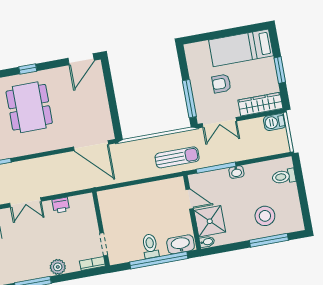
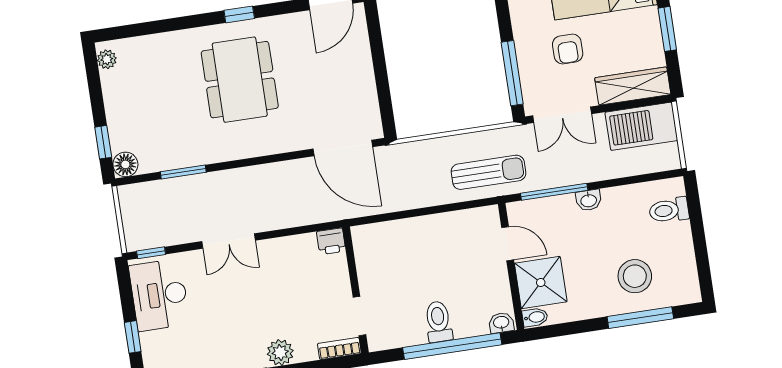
armchair: (221, 84) -> (568, 49), turned -90
barbecue: (275, 122) -> (641, 126), width x1.88, depth x1.53
printer: (61, 205) -> (331, 241), moved
washbasin: (181, 244) -> (501, 323), width x0.52, depth x0.69

